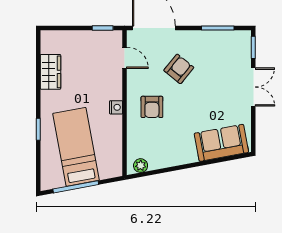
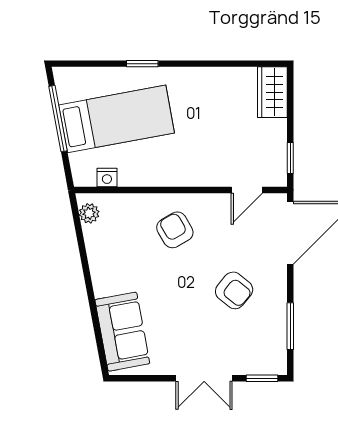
armchair: (179, 69) -> (234, 290), moved
wardrobe: (50, 72) -> (272, 92), moved, turned 90
nightstand: (116, 107) -> (107, 178), moved
armchair: (152, 107) -> (175, 230), turned 60

